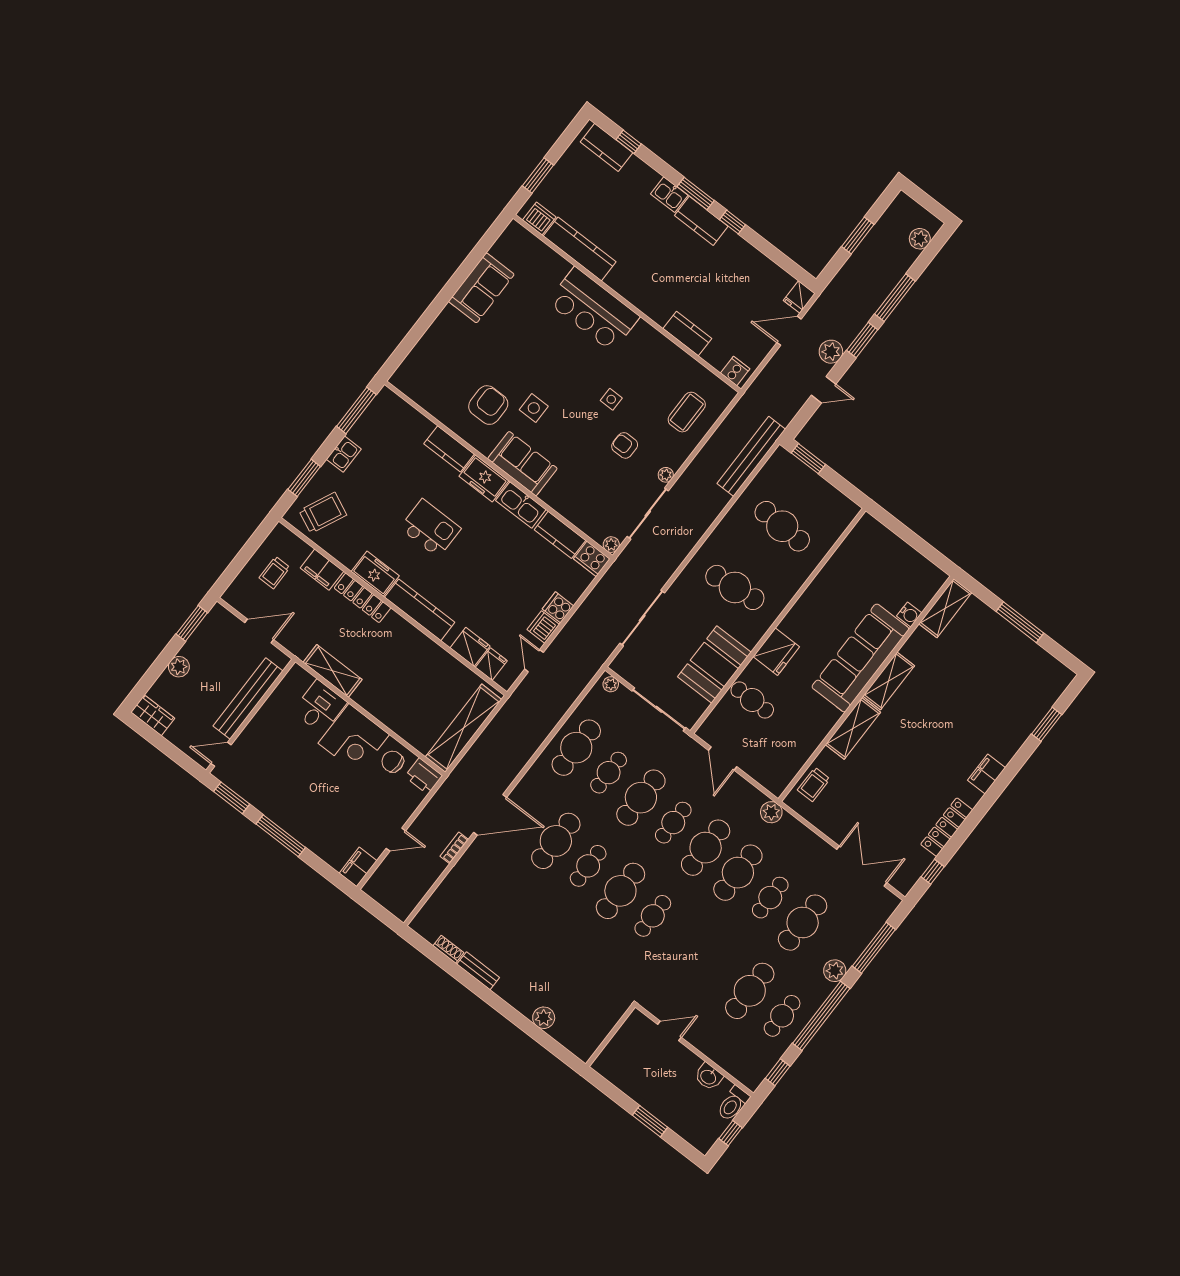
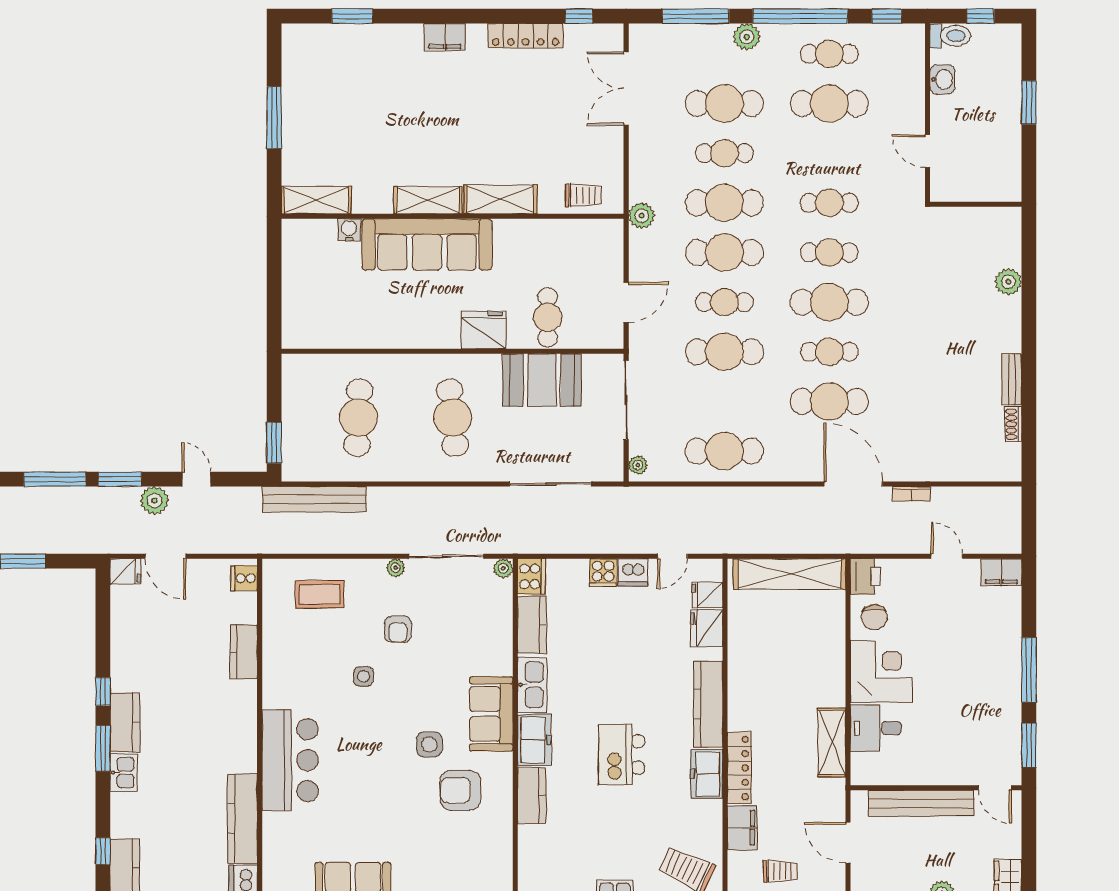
cafe table: (609, 773) -> (829, 203), moved

